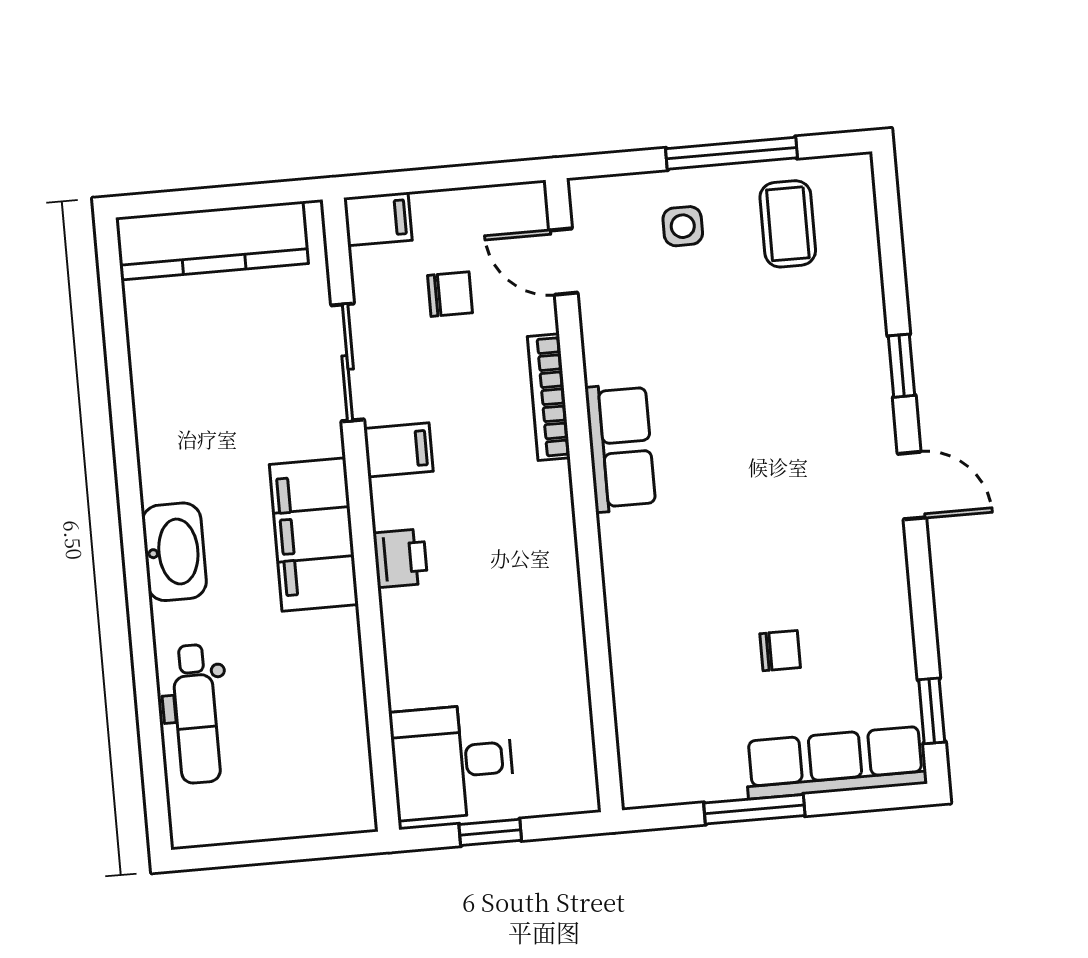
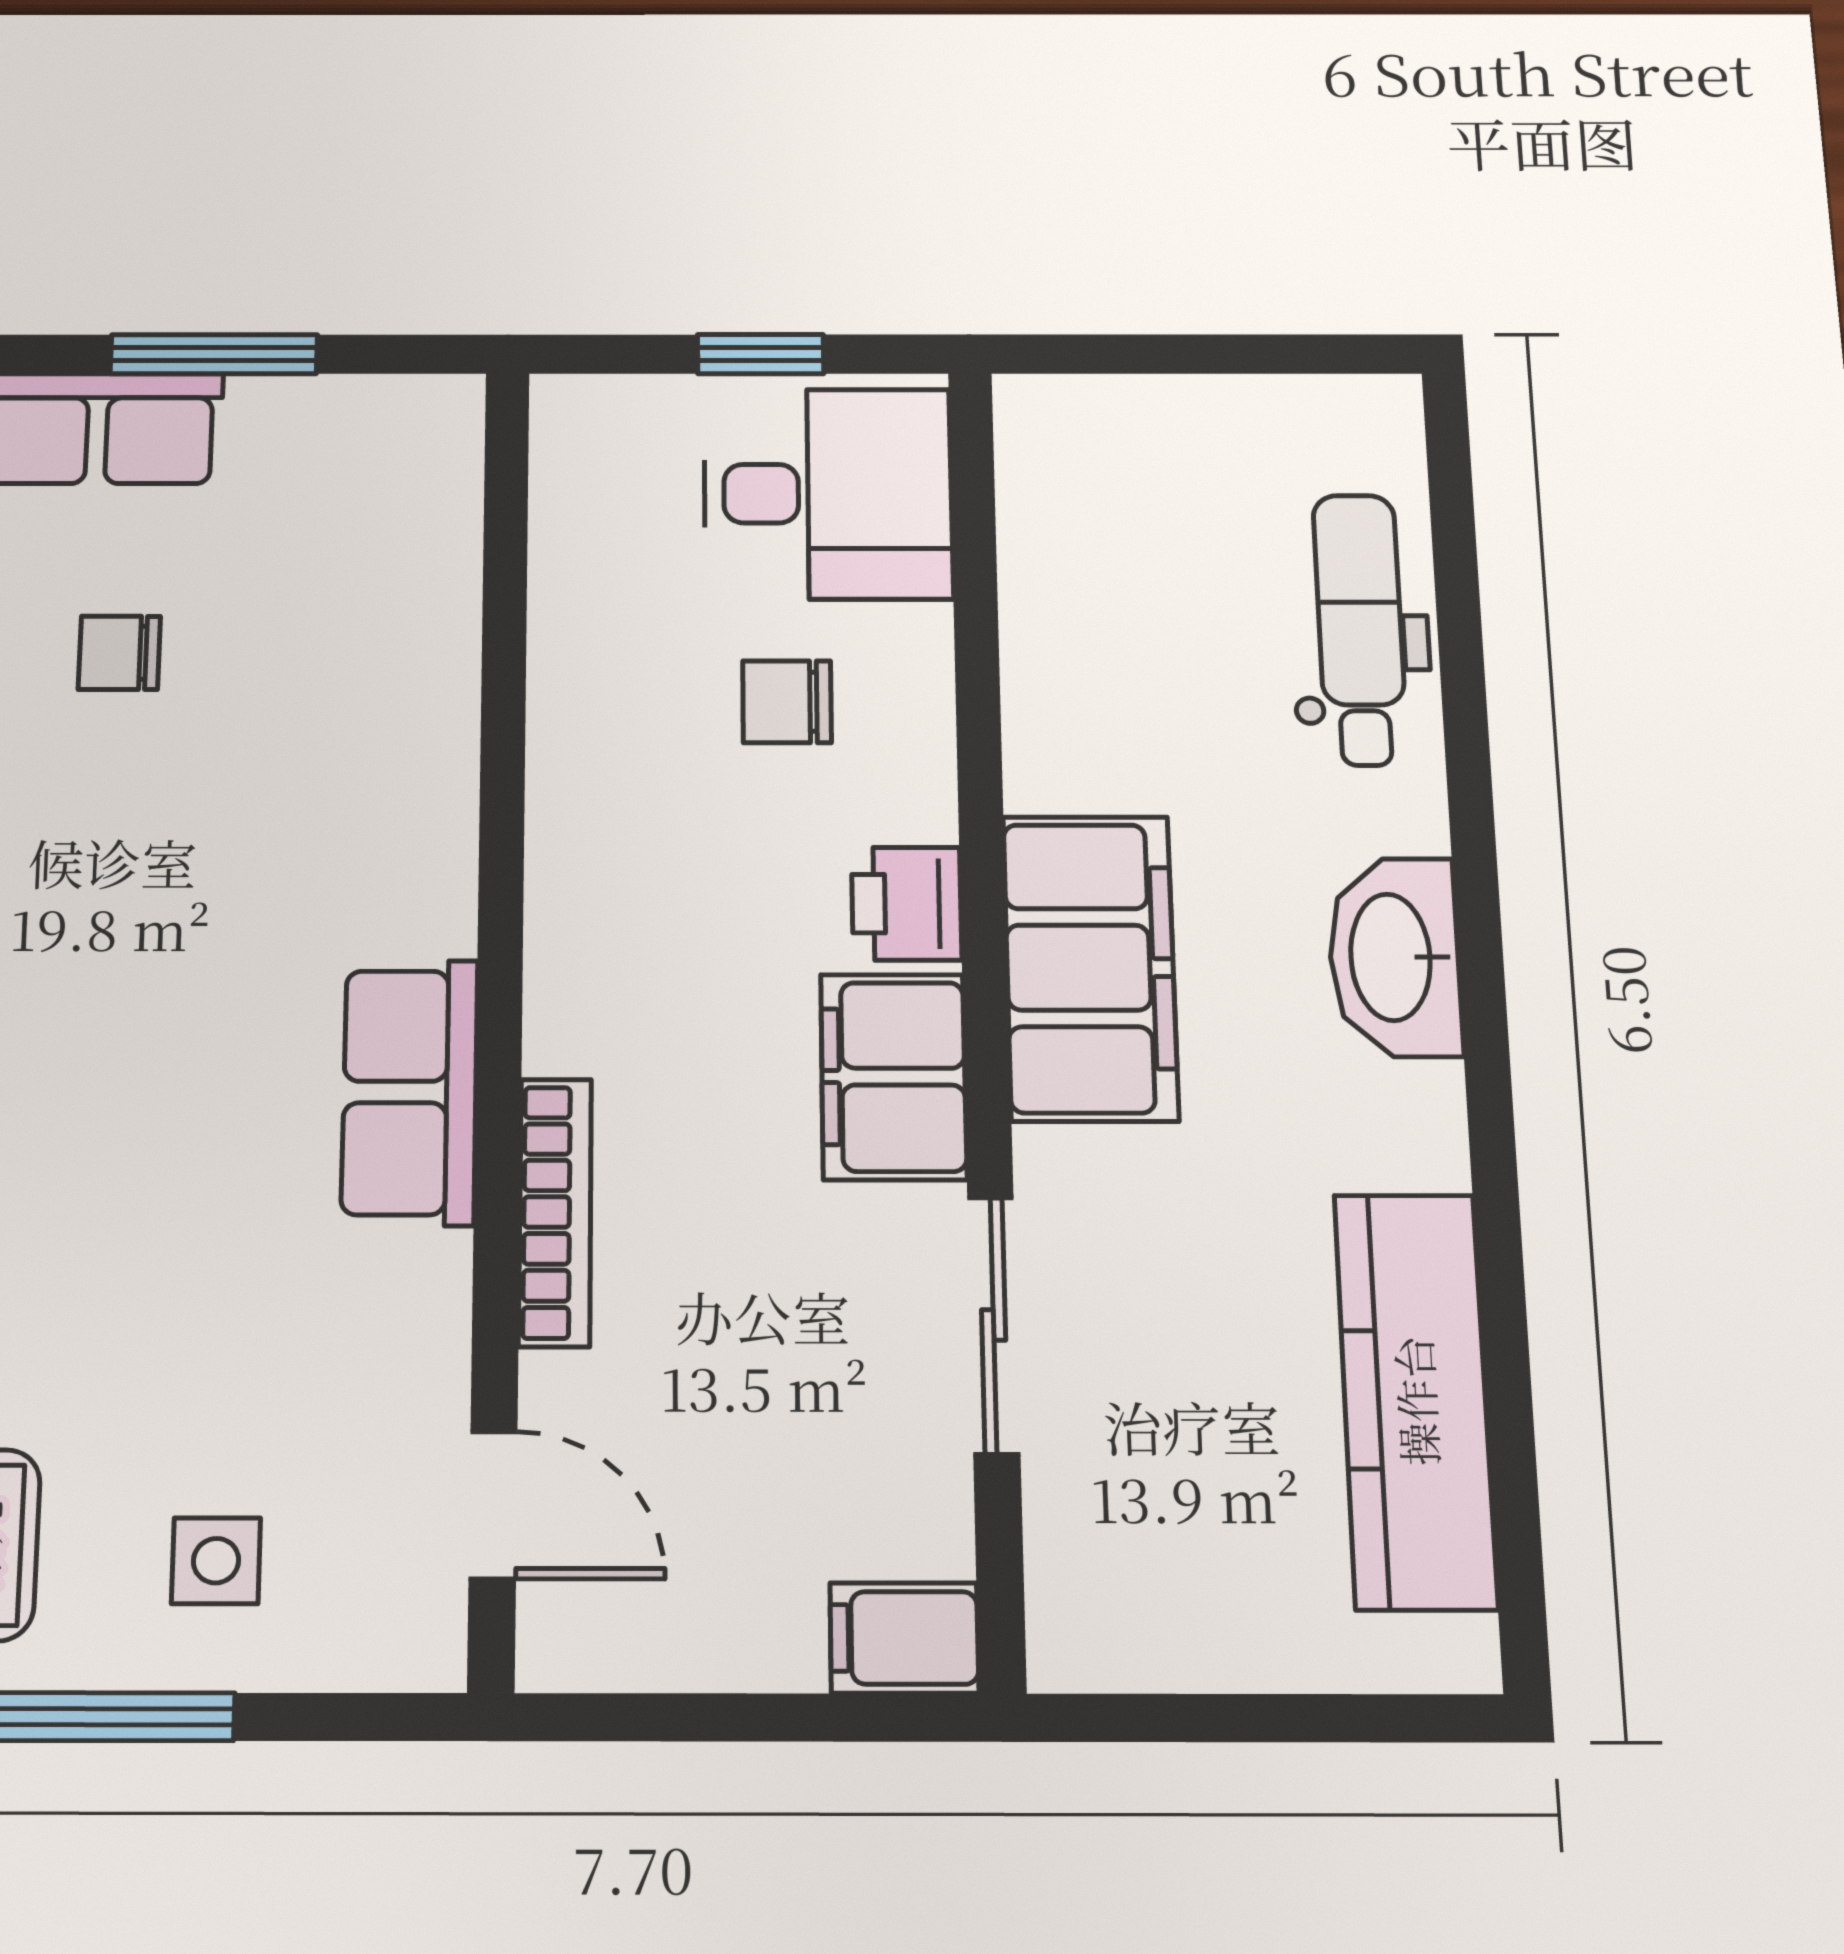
kitchen counter: (212, 241) -> (1415, 1400), moved, turned -90
chair: (450, 294) -> (787, 702), moved
filing cabinet: (398, 450) -> (893, 1077), width x2.00

